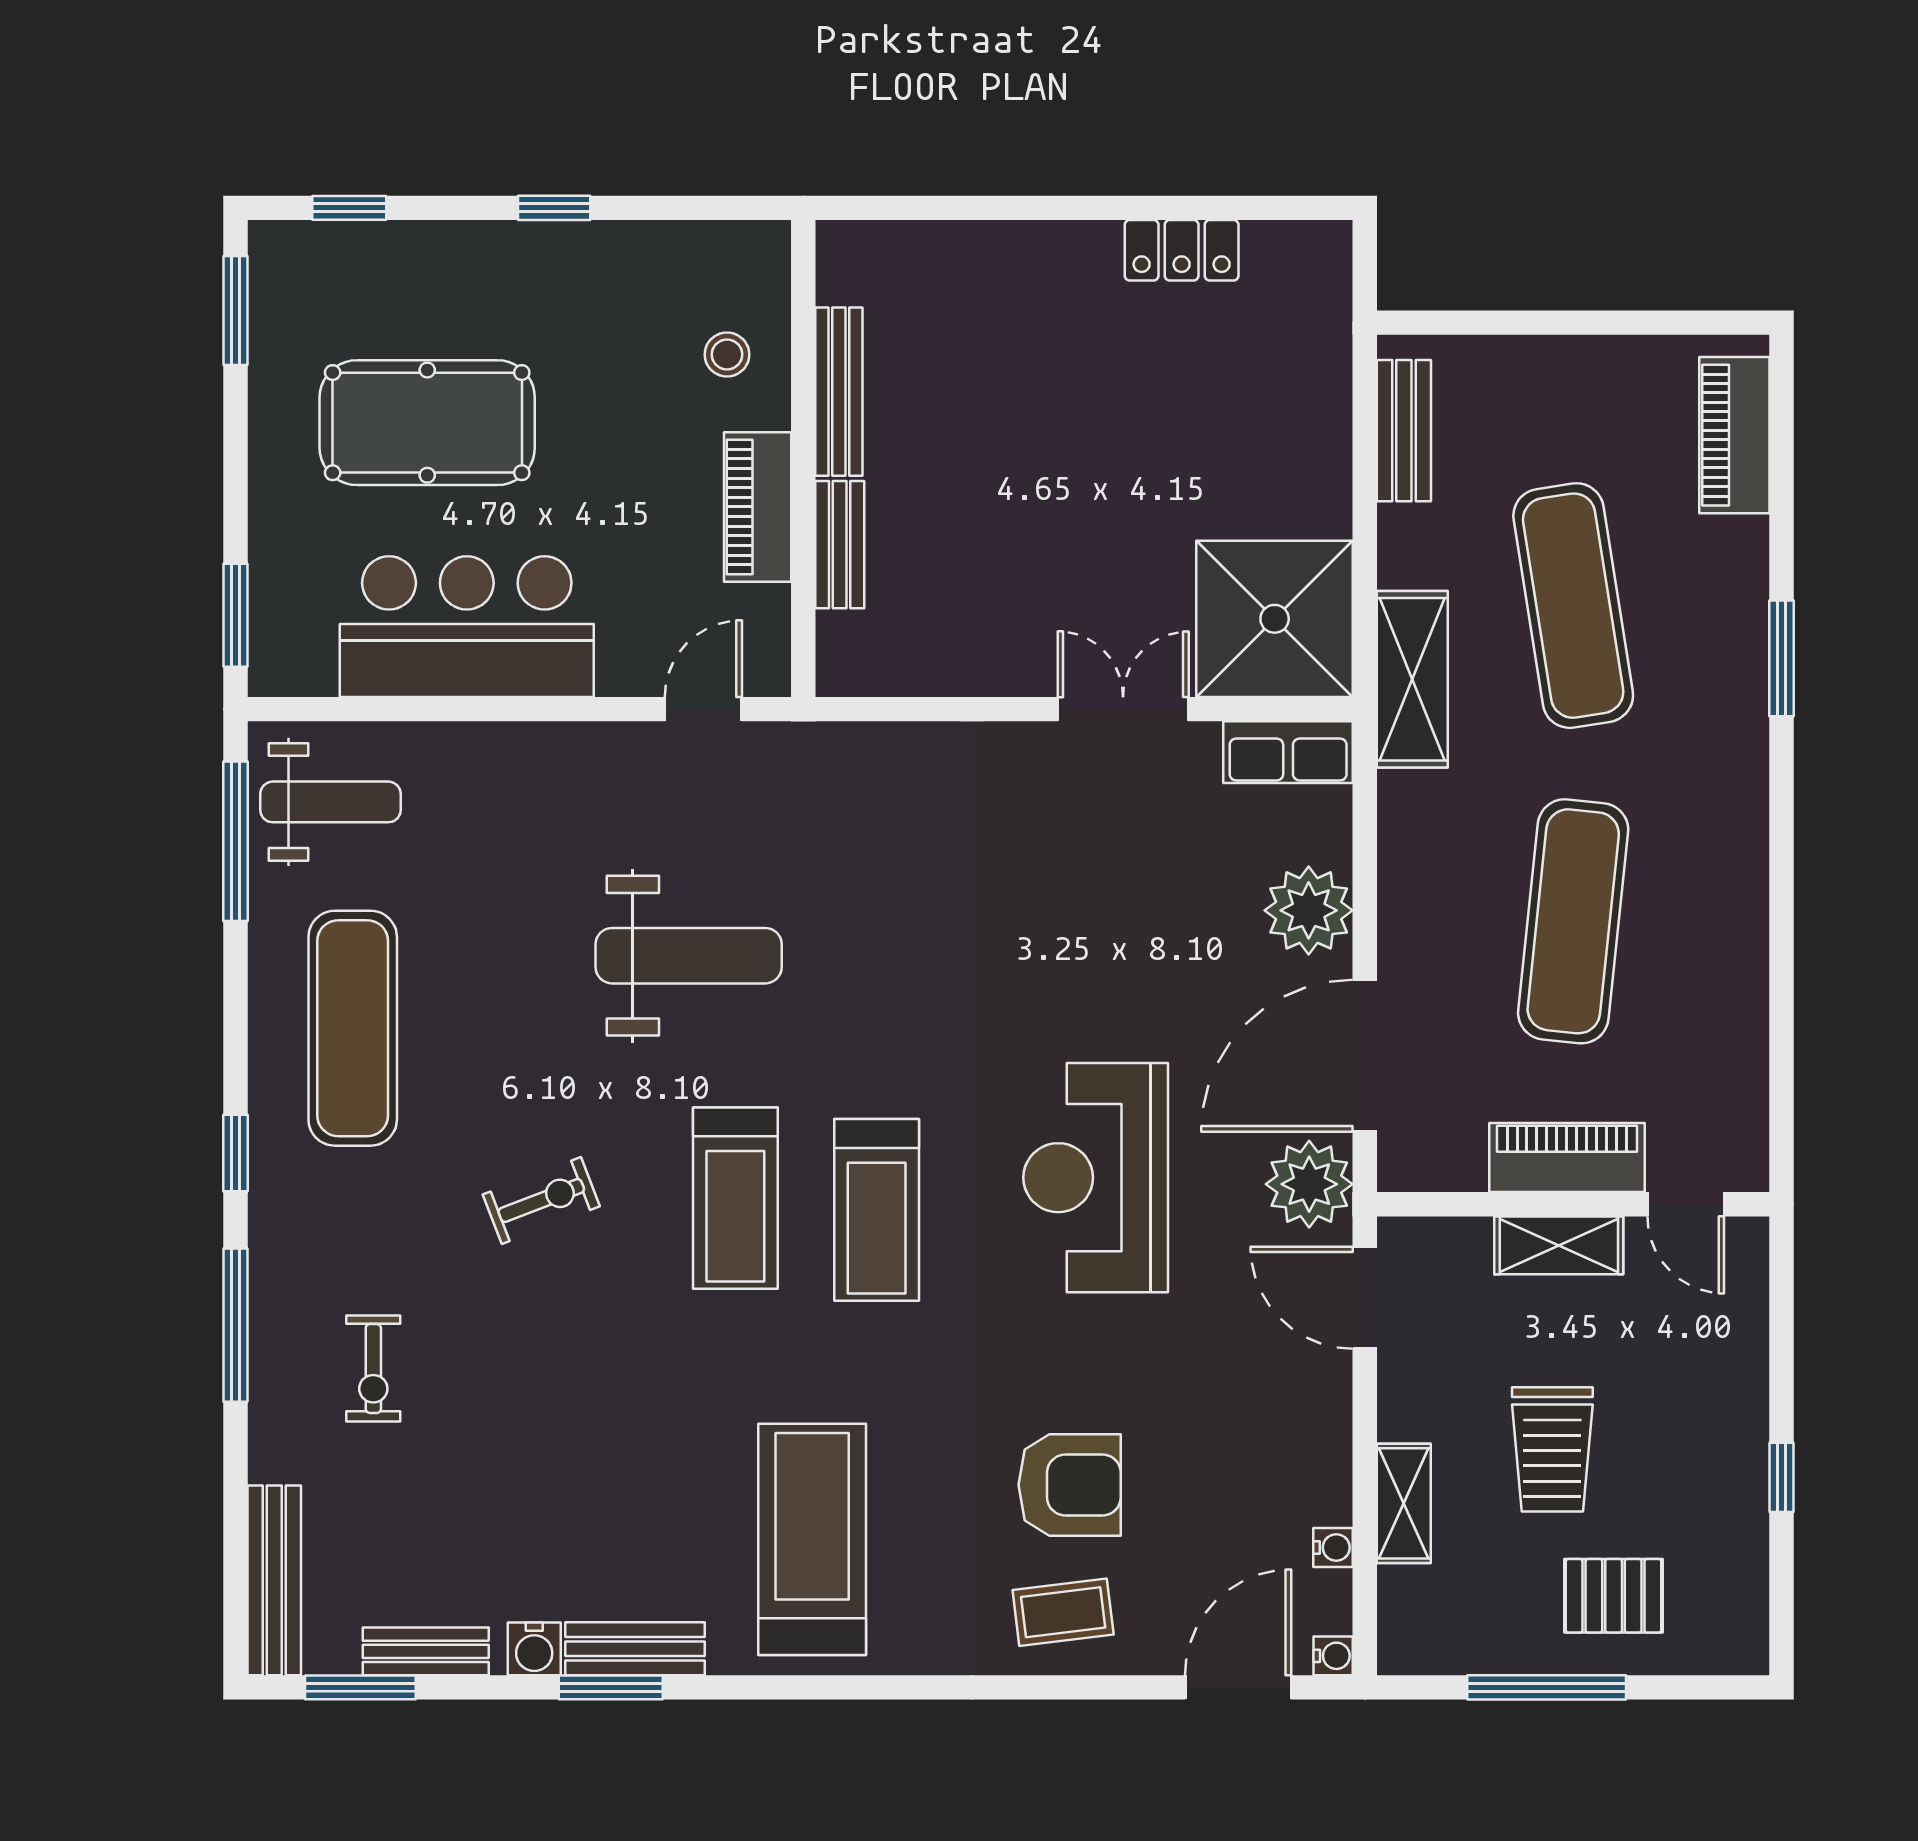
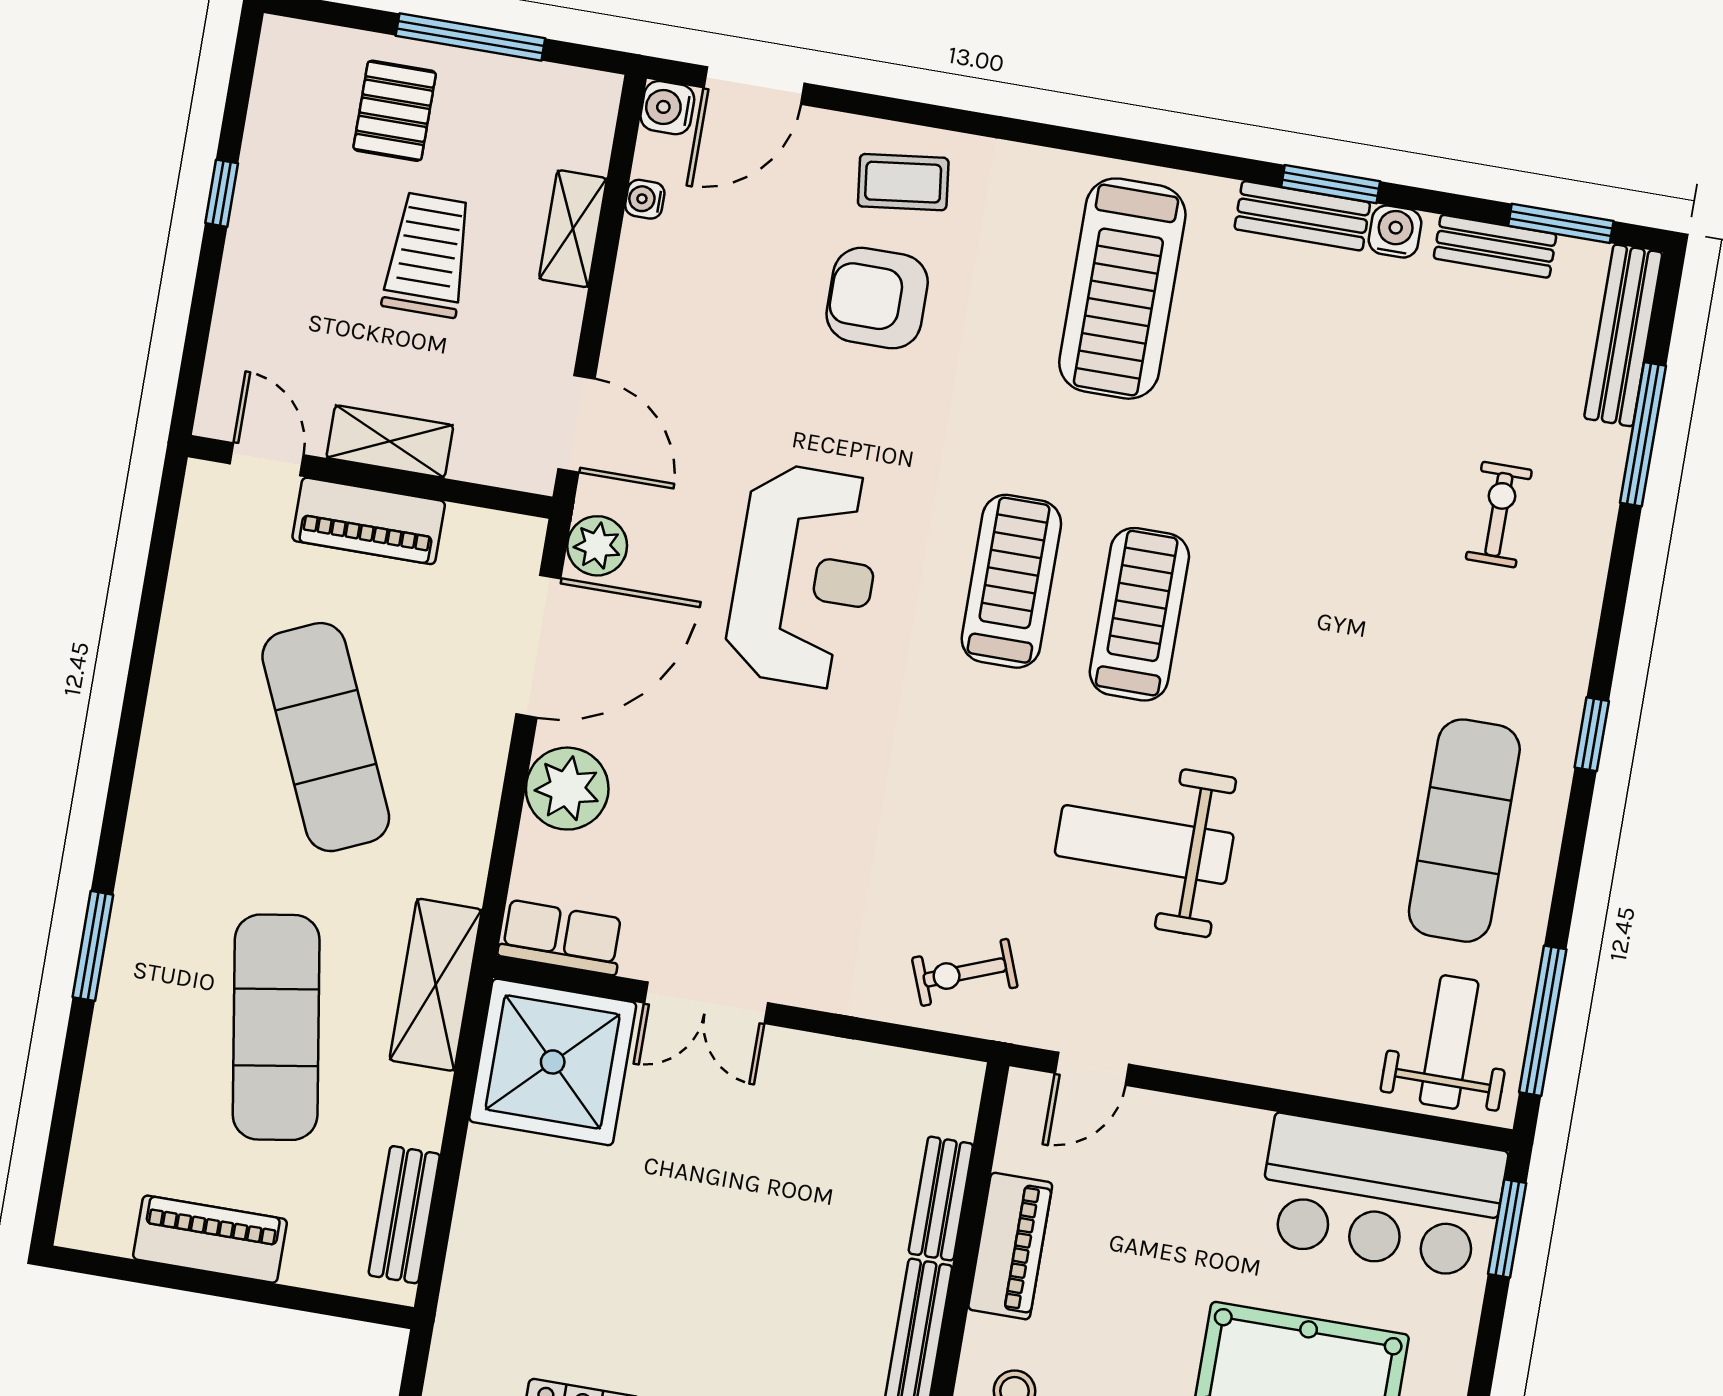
piano: (1734, 435) -> (210, 1239), moved, turned -90
bar counter: (467, 627) -> (1381, 1196), moved
weight bench: (331, 802) -> (1449, 1042), turned 90
exercise mat: (1573, 921) -> (326, 737), turned -30
plant: (1309, 1184) -> (597, 546), width x0.73, depth x0.73
exercise bike: (541, 1200) -> (965, 972), moved
window: (236, 1325) -> (1643, 434), moved
pallet: (1614, 1596) -> (395, 111), turned 90
water cooler: (1333, 1656) -> (667, 108), width x1.38, depth x1.38

